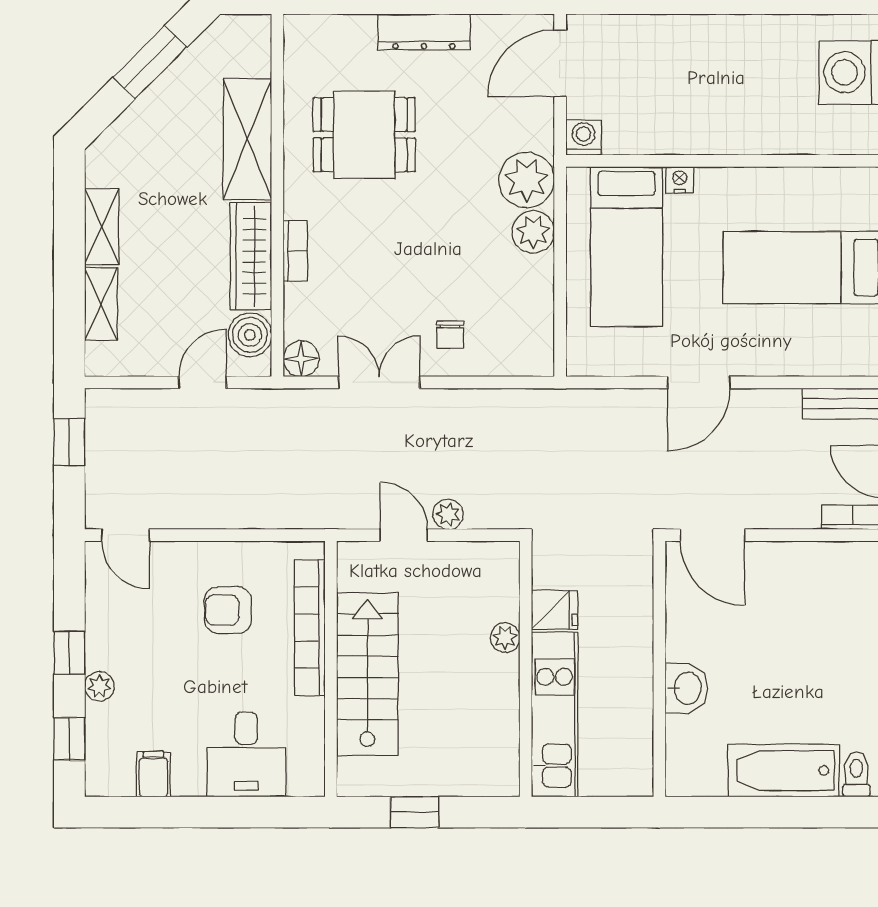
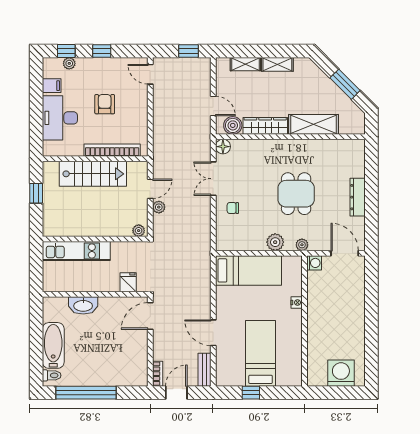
dining table: (364, 135) -> (296, 194), moved
plant: (527, 180) -> (302, 245), width x0.53, depth x0.53
bed: (627, 247) -> (248, 270), moved, turned 180
bookcase: (295, 251) -> (267, 144), removed
double door: (379, 382) -> (213, 179), swing flipped
door: (699, 382) -> (213, 333), moved
door: (126, 535) -> (150, 74), hinge flipped
armchair: (228, 610) -> (105, 104), moved
fridge: (555, 610) -> (128, 282), moved, turned 180
plant: (505, 638) -> (139, 231), moved
plant: (99, 686) -> (69, 63), moved
washbasin: (686, 688) -> (83, 305), width x1.38
desk: (246, 754) -> (60, 118), width x1.37

